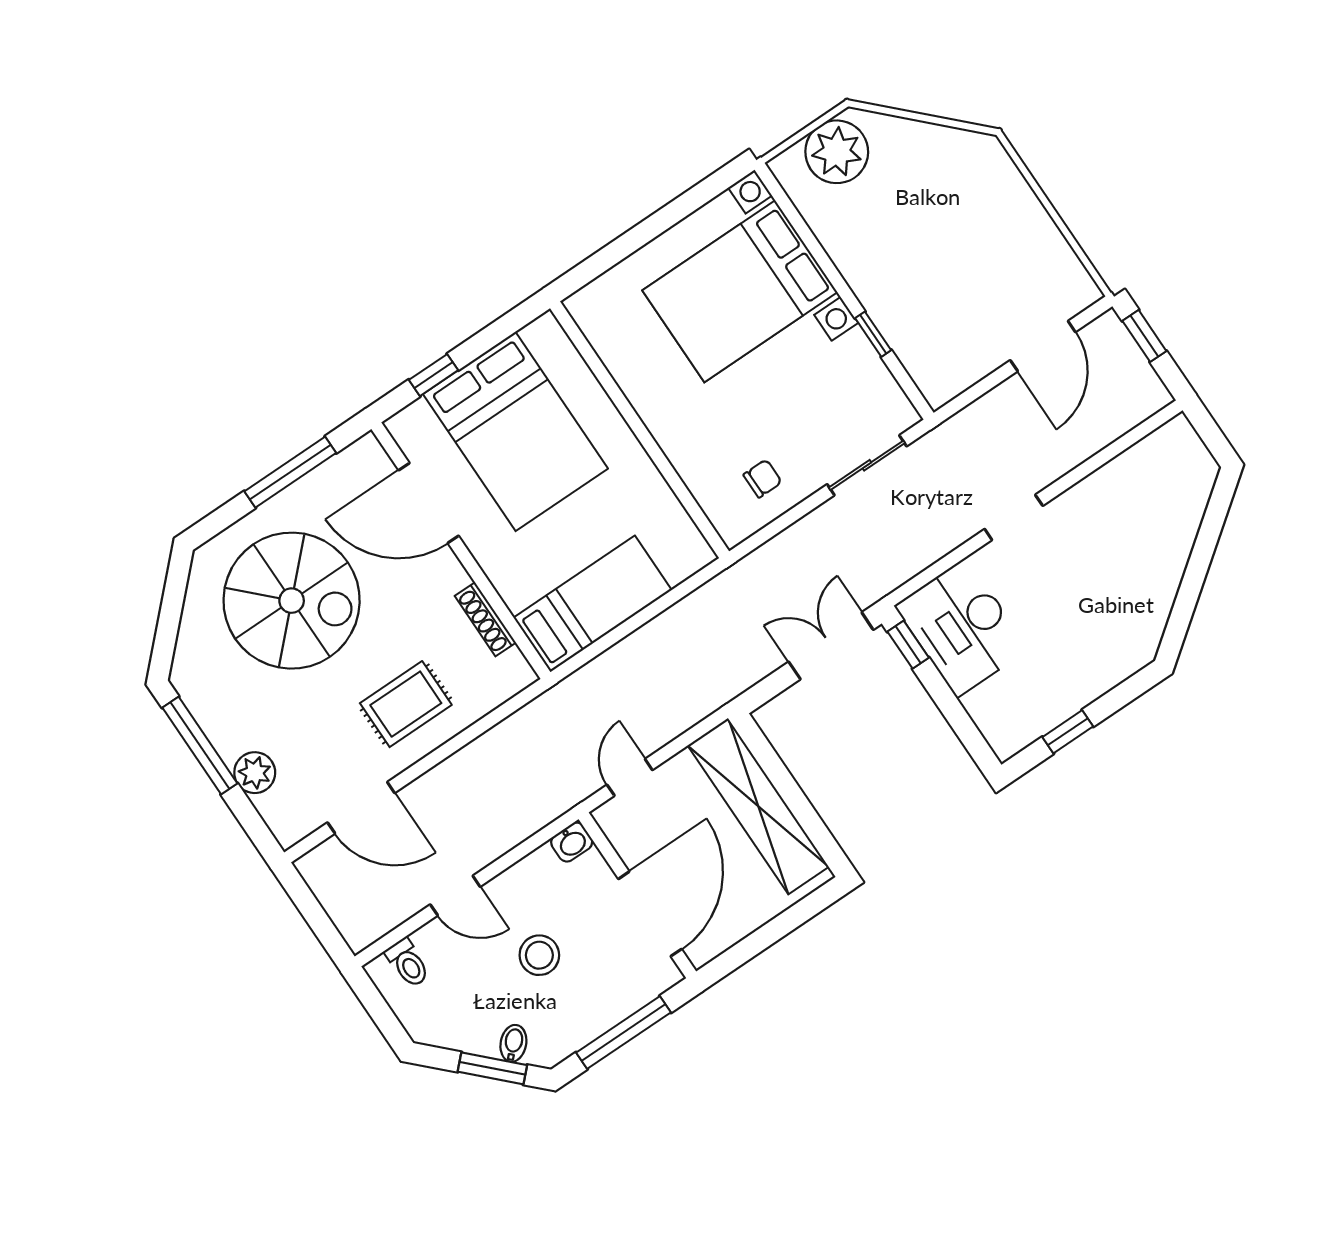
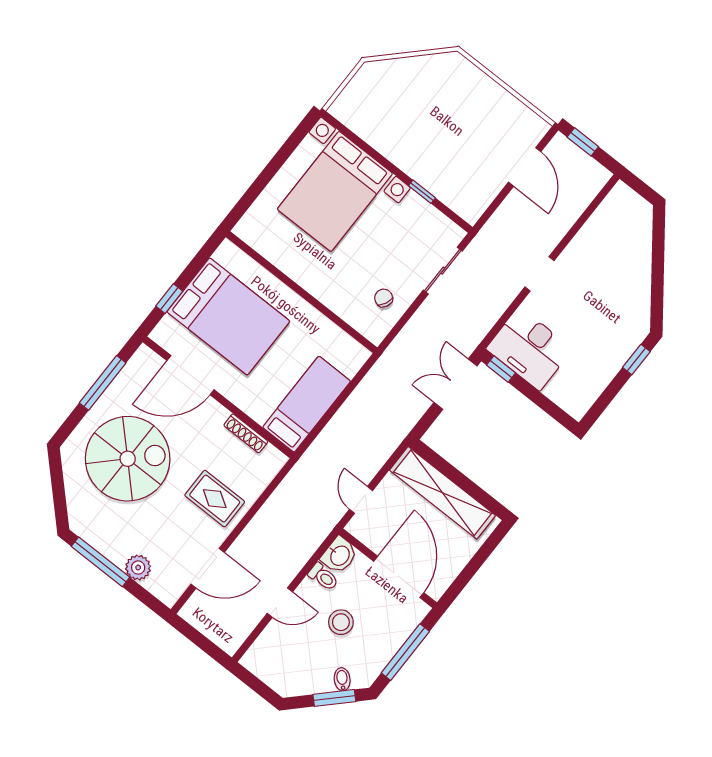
plant: (837, 152) -> (366, 91), removed
chair: (763, 479) -> (384, 298), turned -64
rug: (406, 704) -> (215, 499), turned 90
window: (1068, 732) -> (636, 359), moved
washbasin: (572, 842) -> (339, 555), width x1.38, depth x1.45
toilet: (408, 963) -> (323, 577), moved

